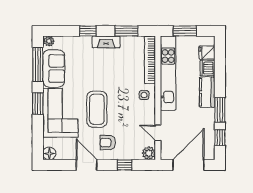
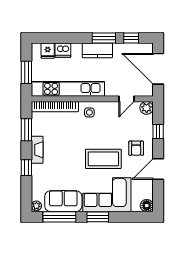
kitchen counter: (207, 92) -> (97, 50), moved

